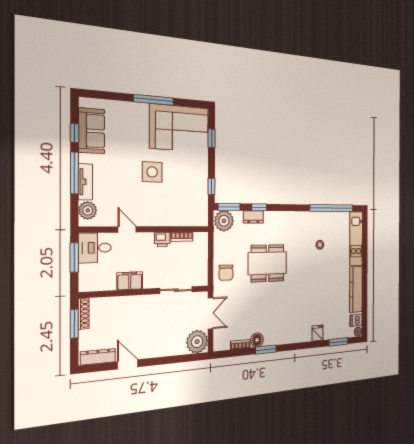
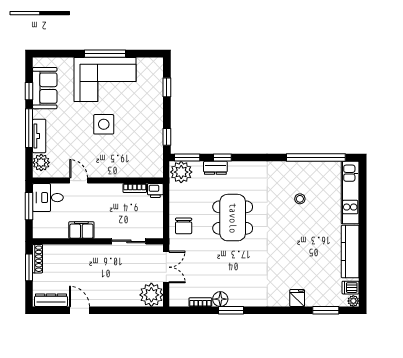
corner sofa: (179, 128) -> (105, 79), moved
printer: (162, 240) -> (155, 191), moved
dining table: (267, 263) -> (233, 218), turned 90

